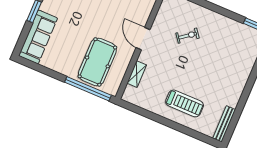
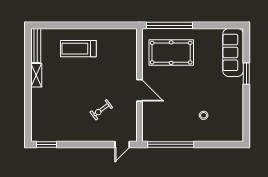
pool table: (97, 62) -> (171, 53), turned 90
shelving: (137, 74) -> (36, 75), moved

